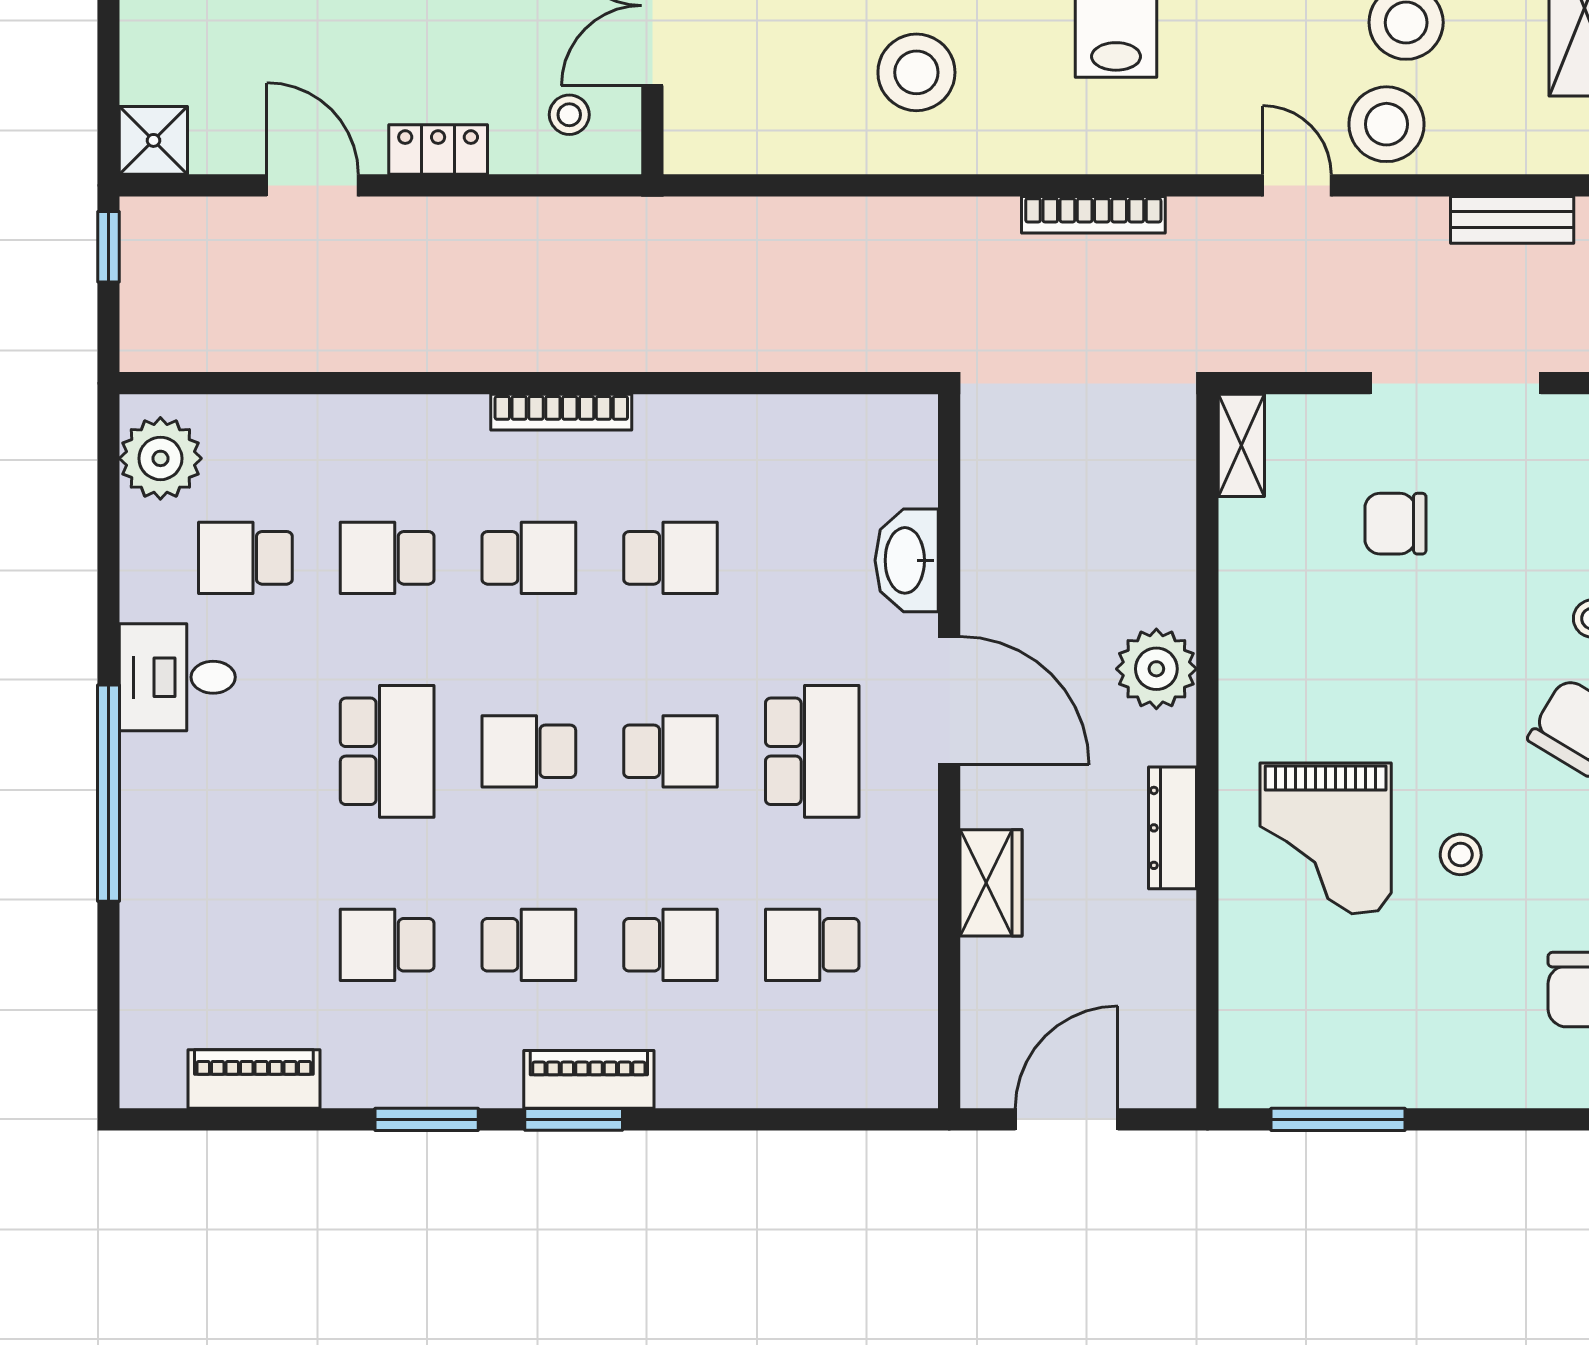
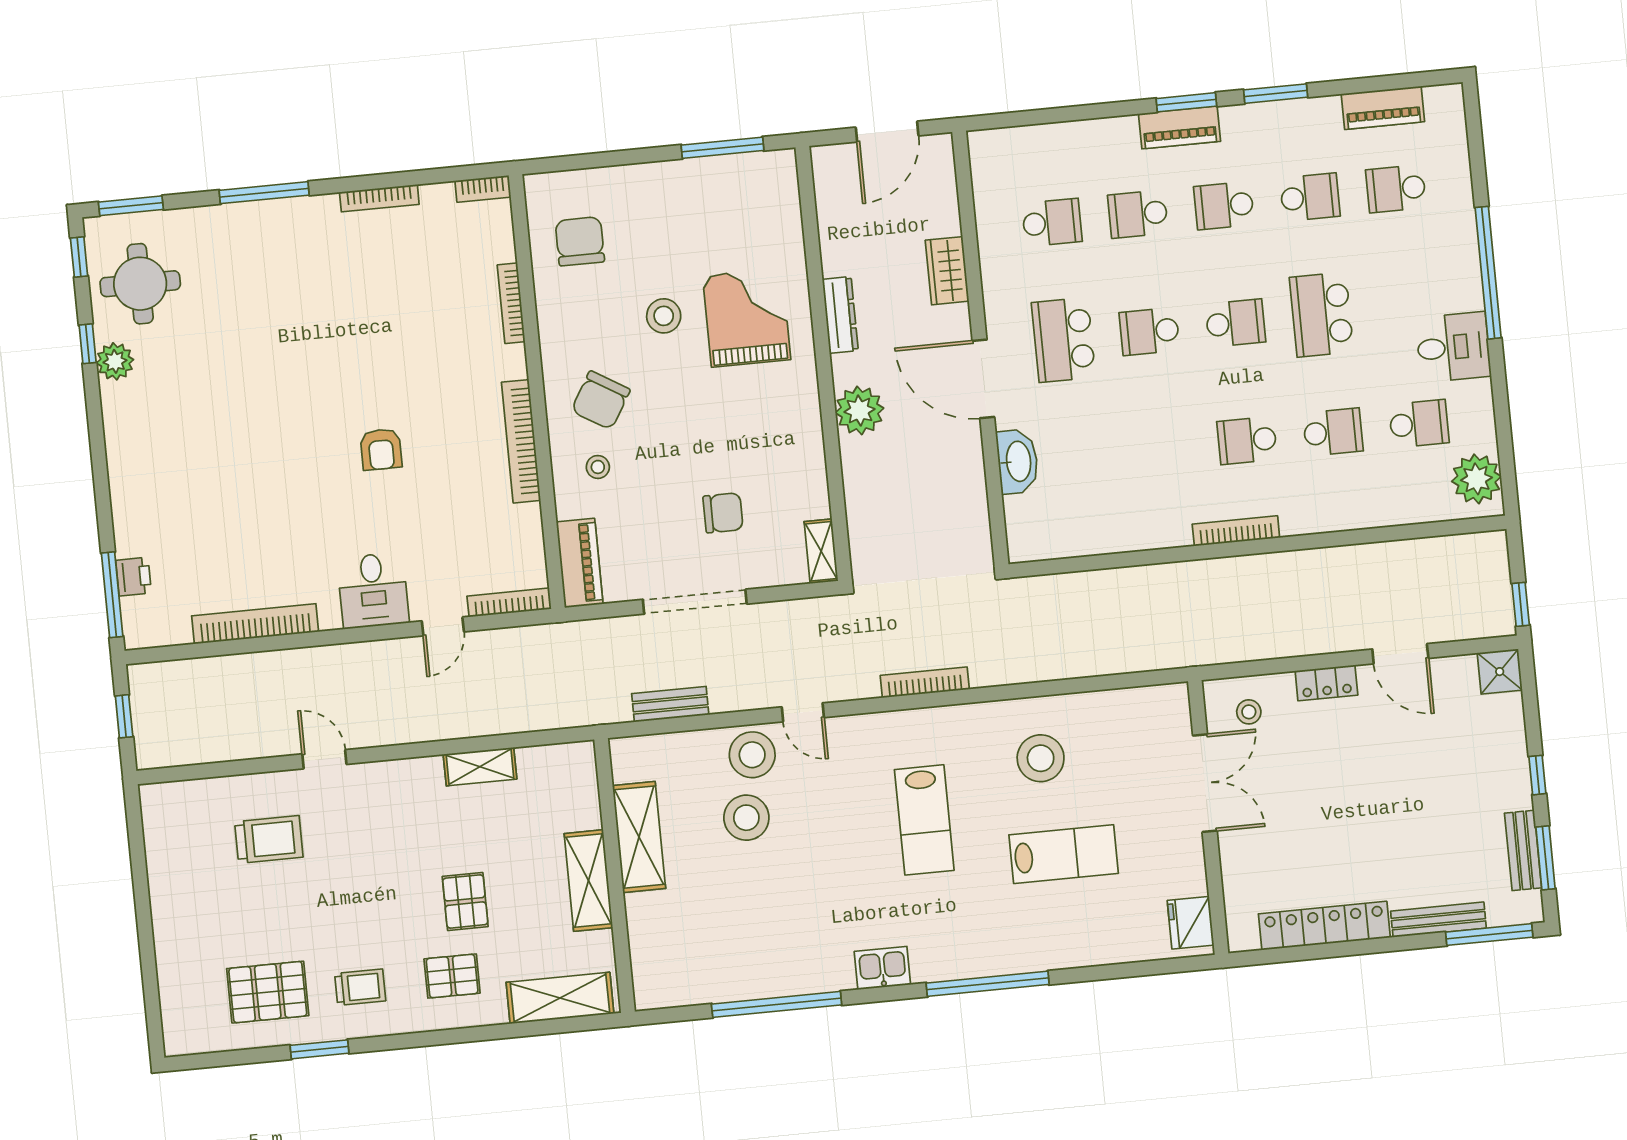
school desk: (671, 558) -> (1396, 189), moved
stool: (1461, 854) -> (664, 316), width x1.37, depth x1.37

